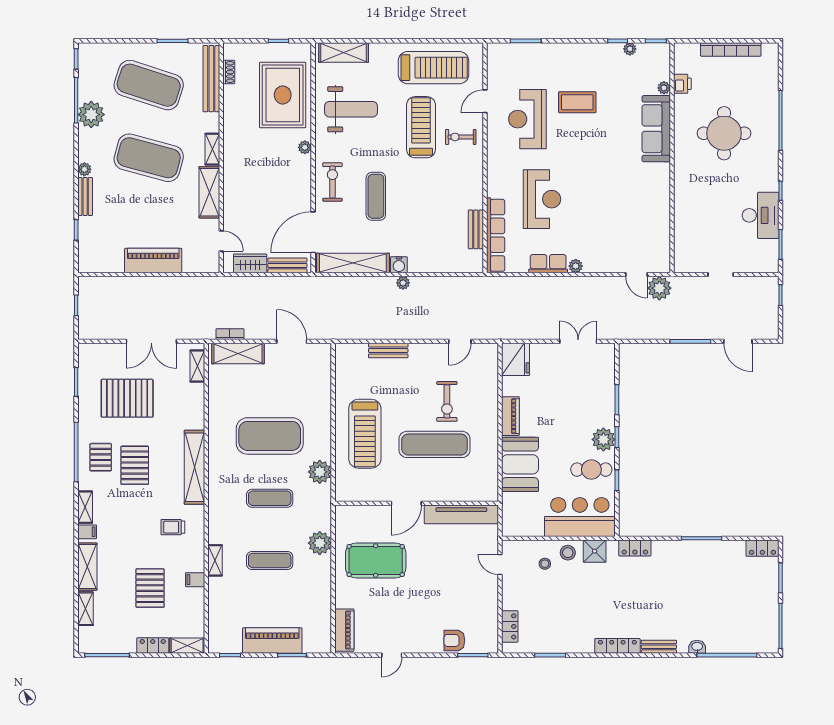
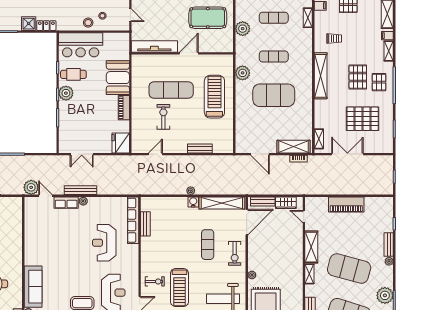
row of seats: (548, 264) -> (66, 203), moved
bench: (580, 284) -> (81, 190), added
shower: (595, 551) -> (29, 24), moved

